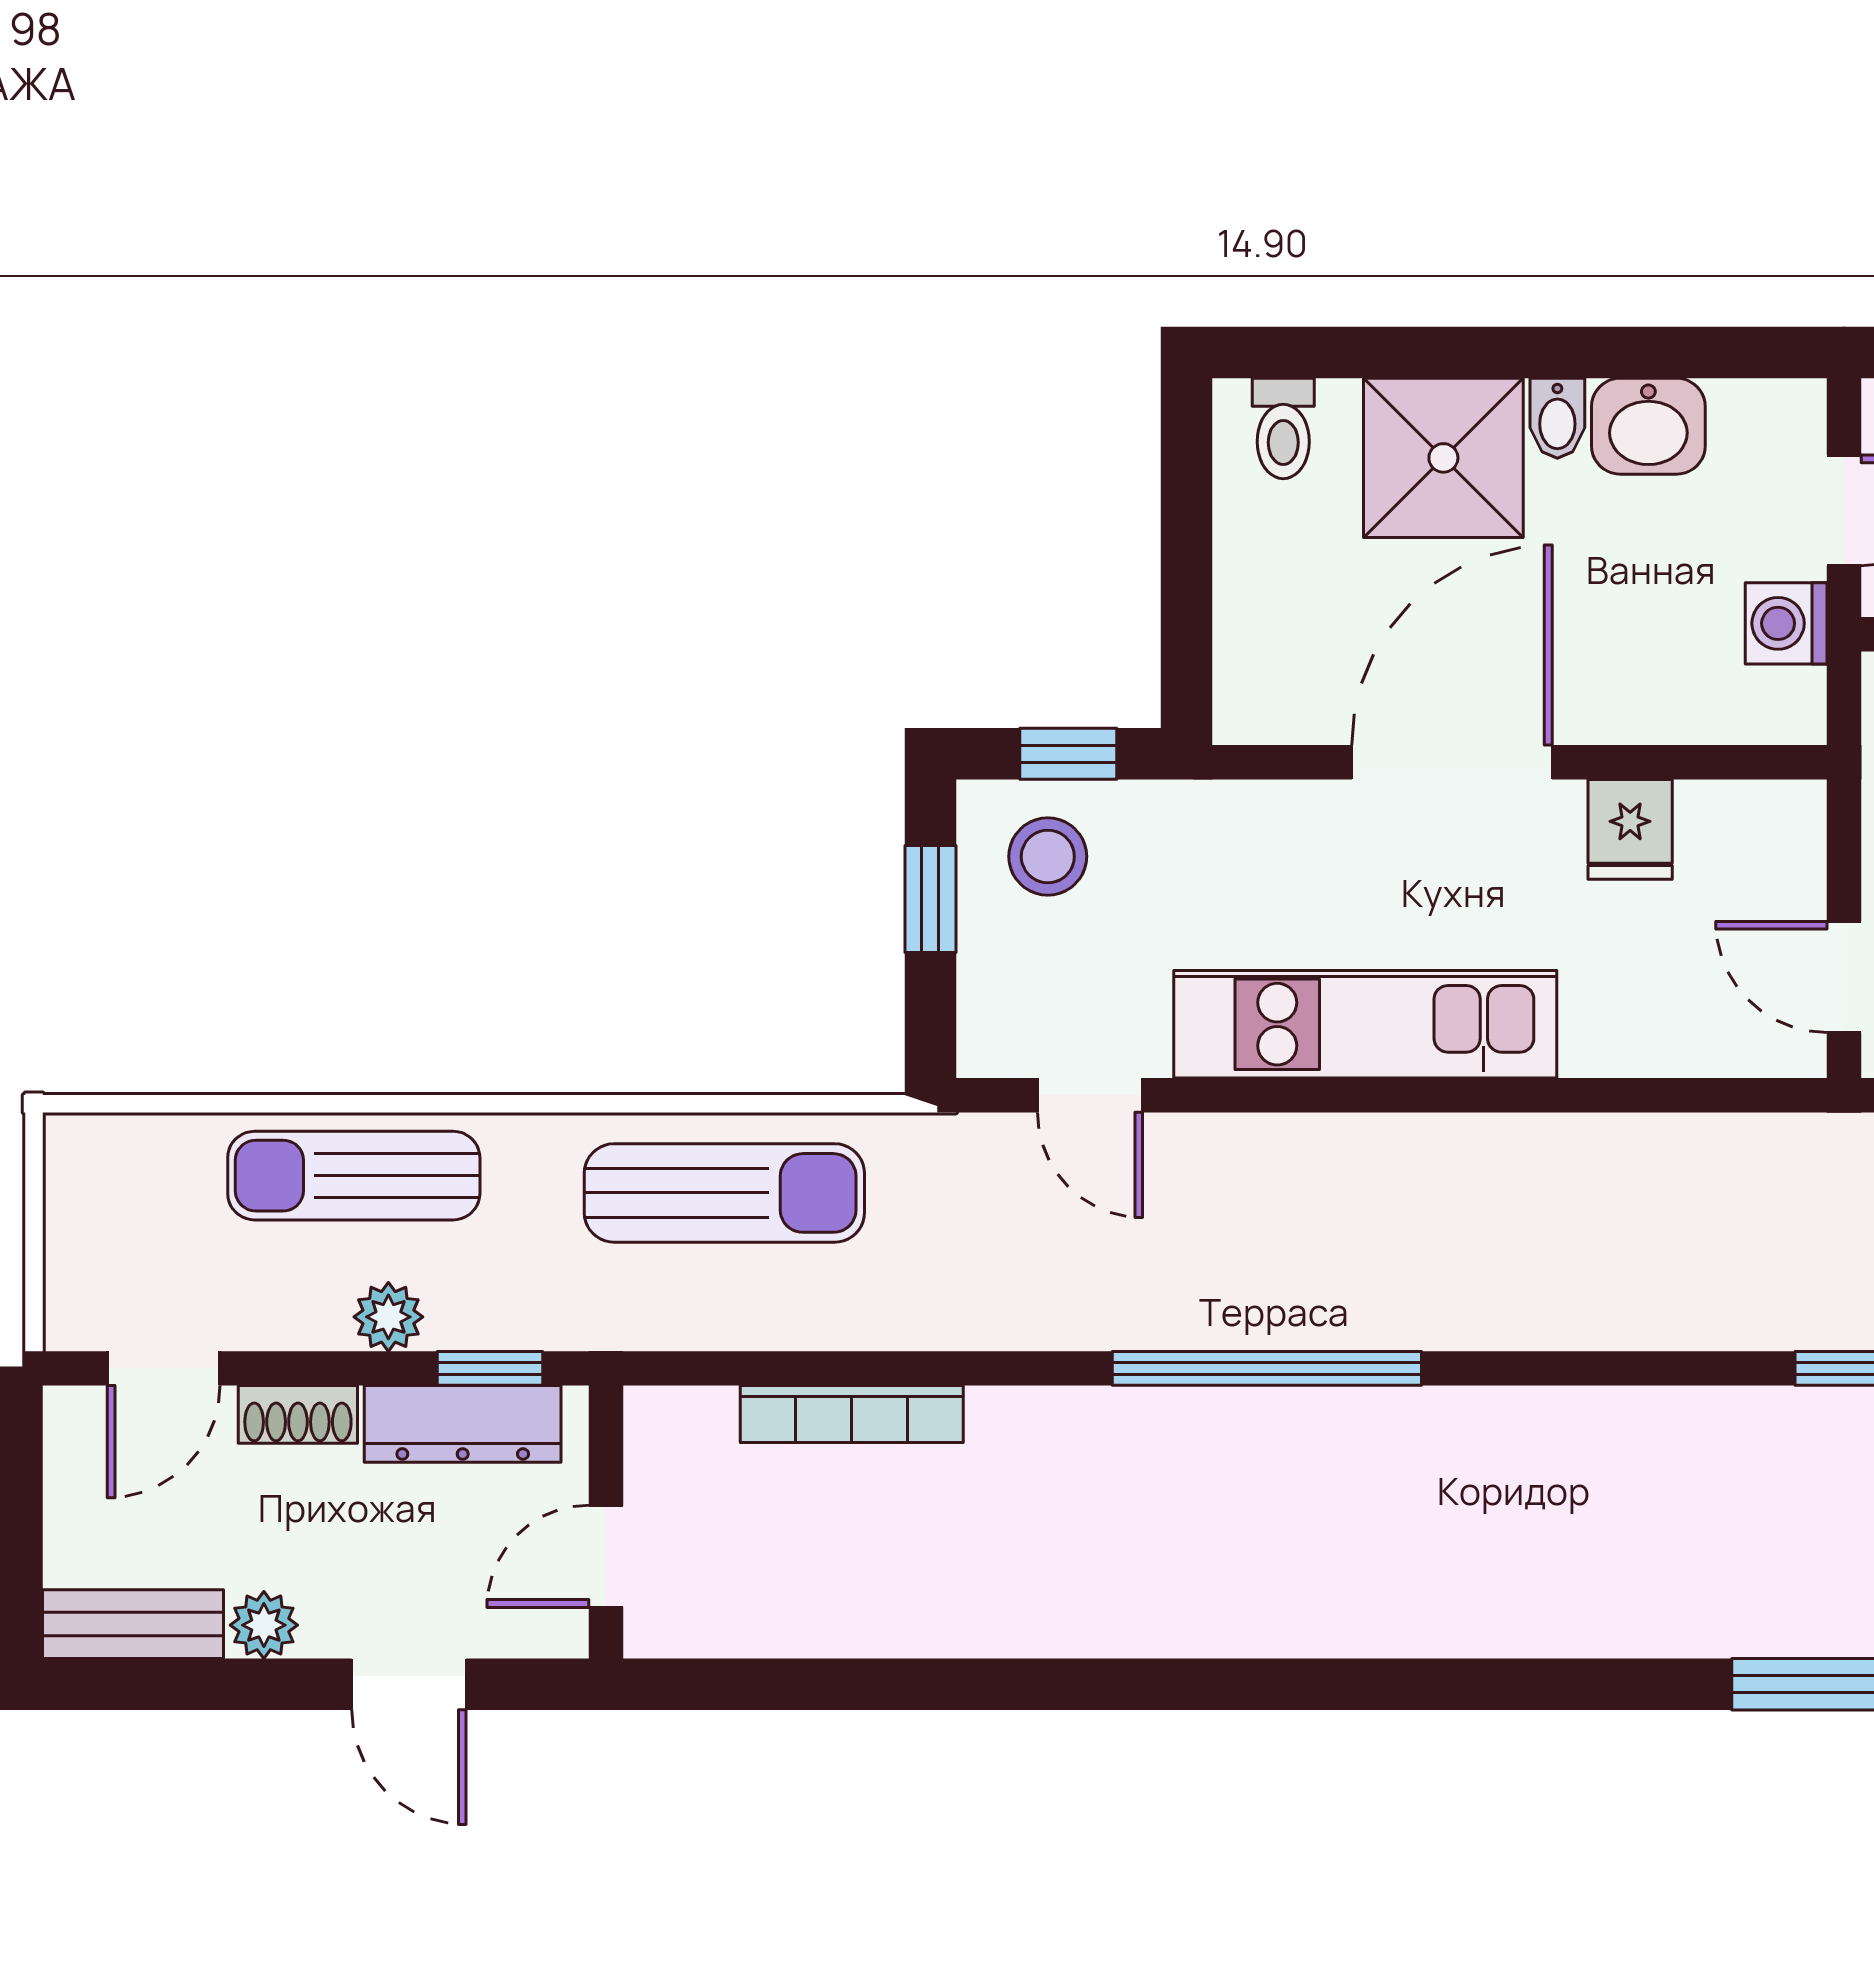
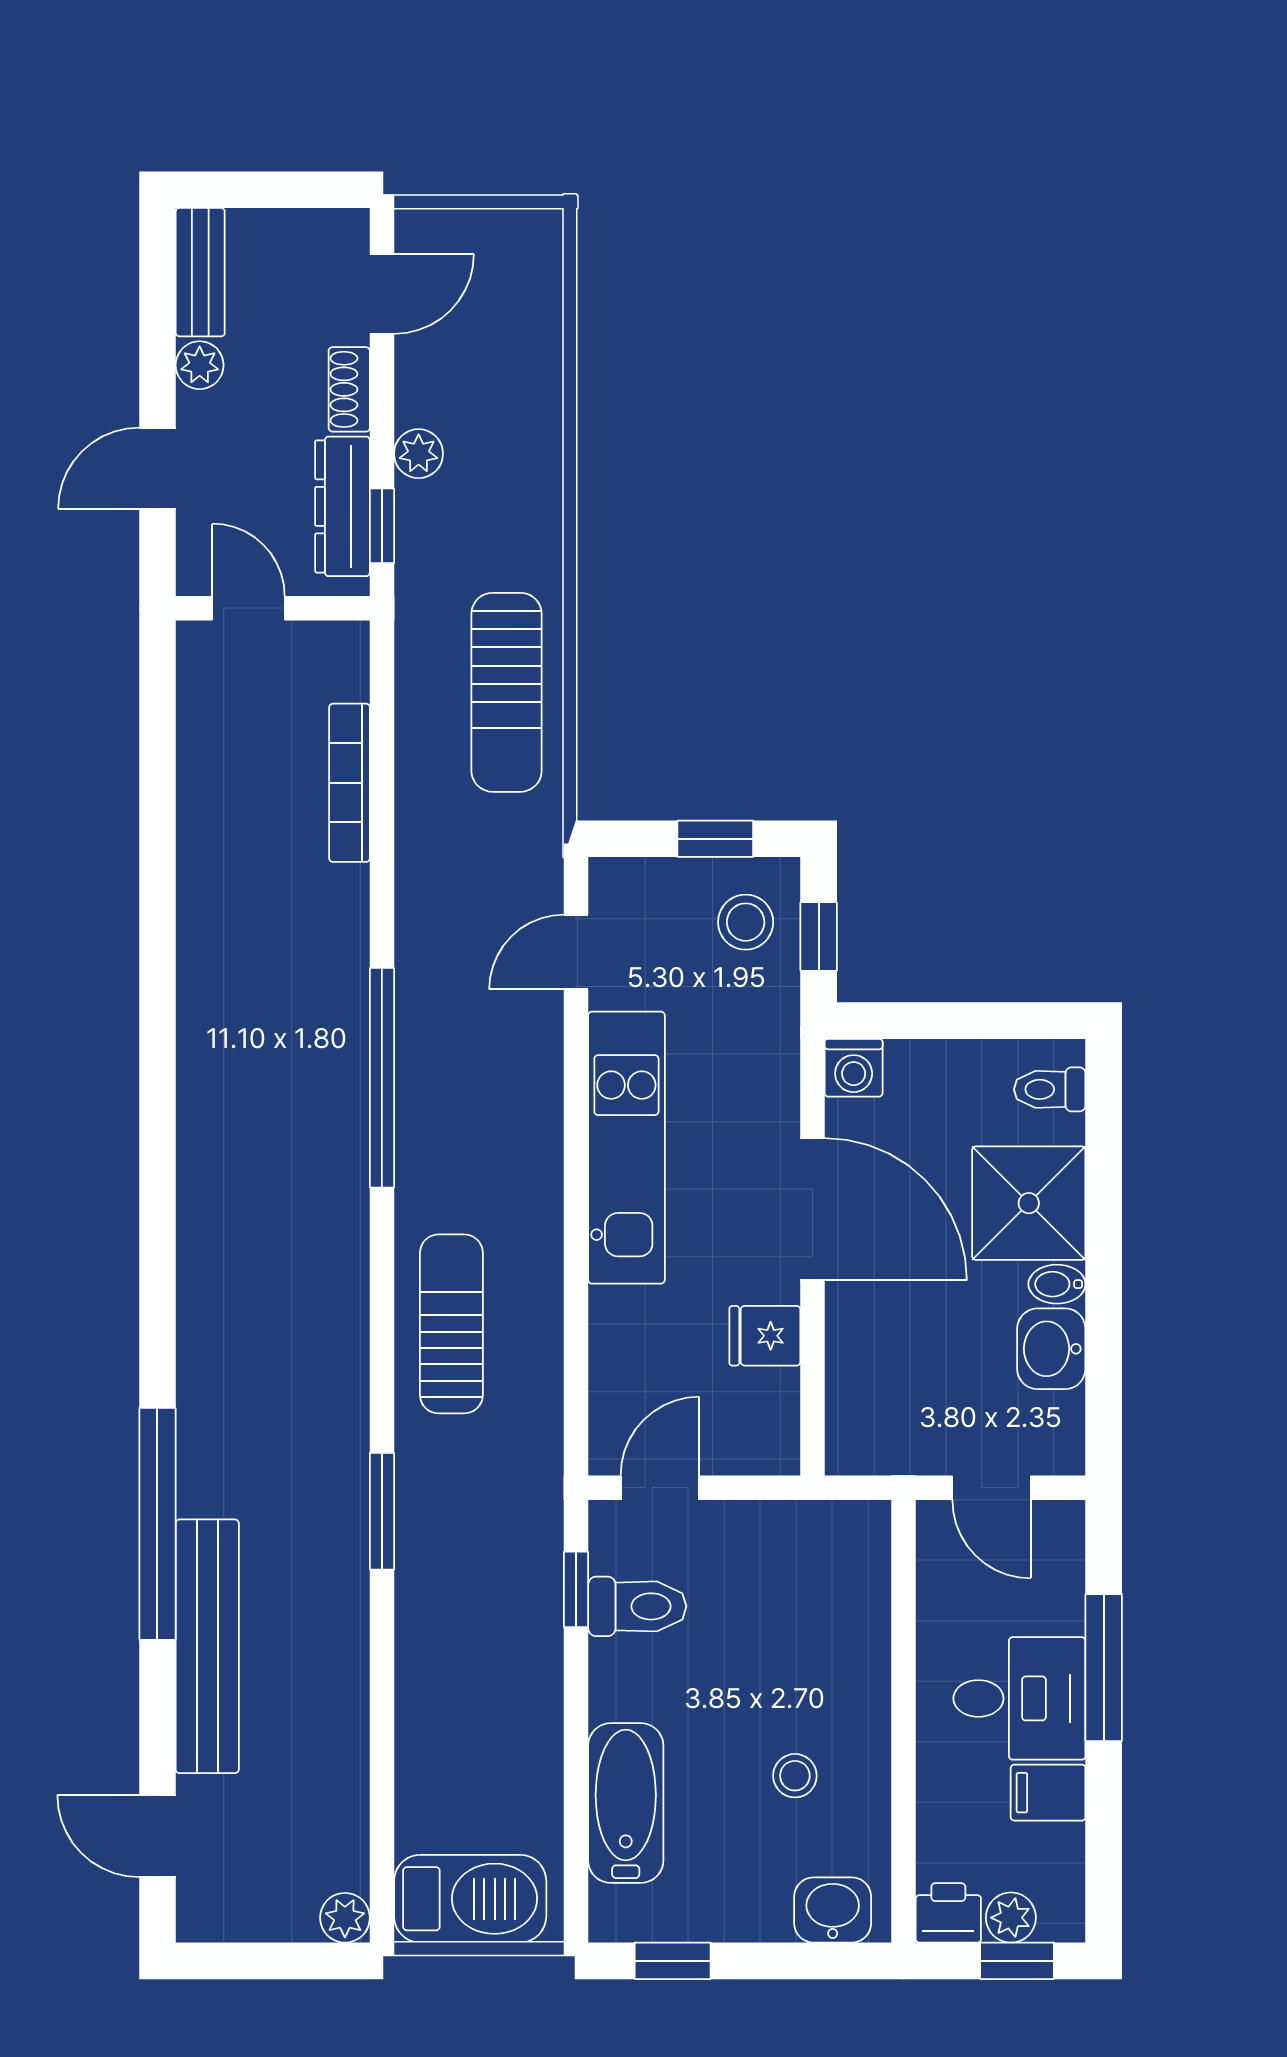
washing machine: (1786, 623) -> (854, 1068), moved, turned 180
sun lounger: (354, 1176) -> (451, 1324), moved
door: (164, 1368) -> (382, 294), swing flipped

